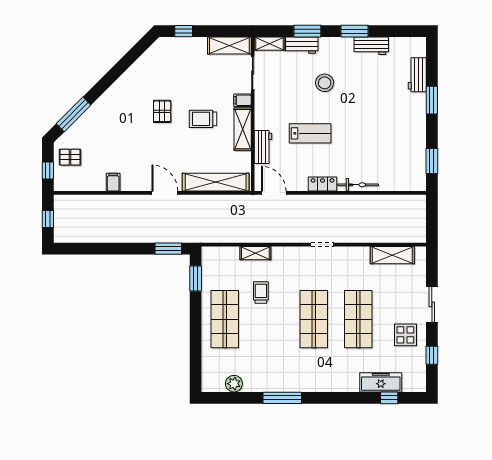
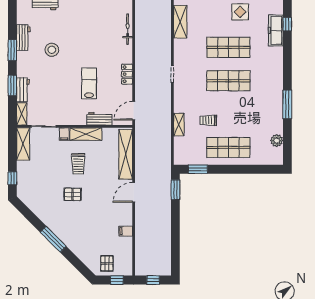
stool: (325, 83) -> (52, 50), moved
window: (74, 114) -> (53, 239), moved
bicycle: (358, 185) -> (128, 29), moved

